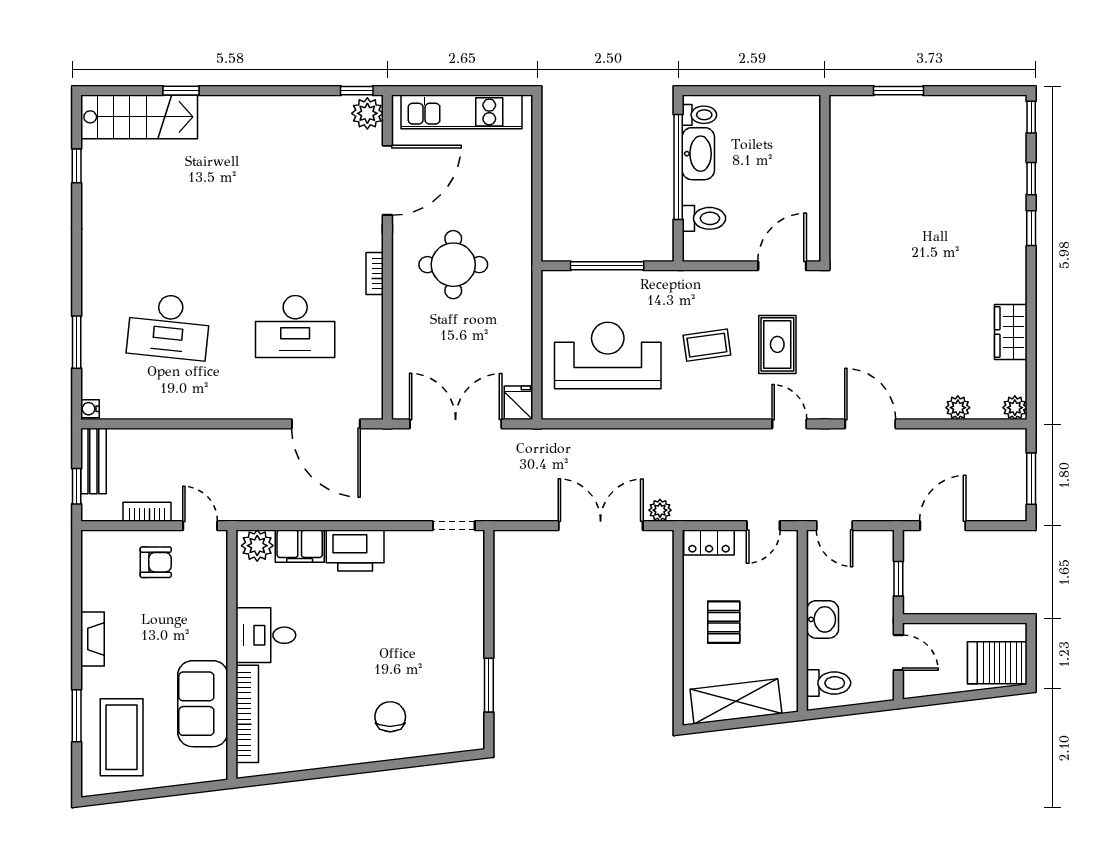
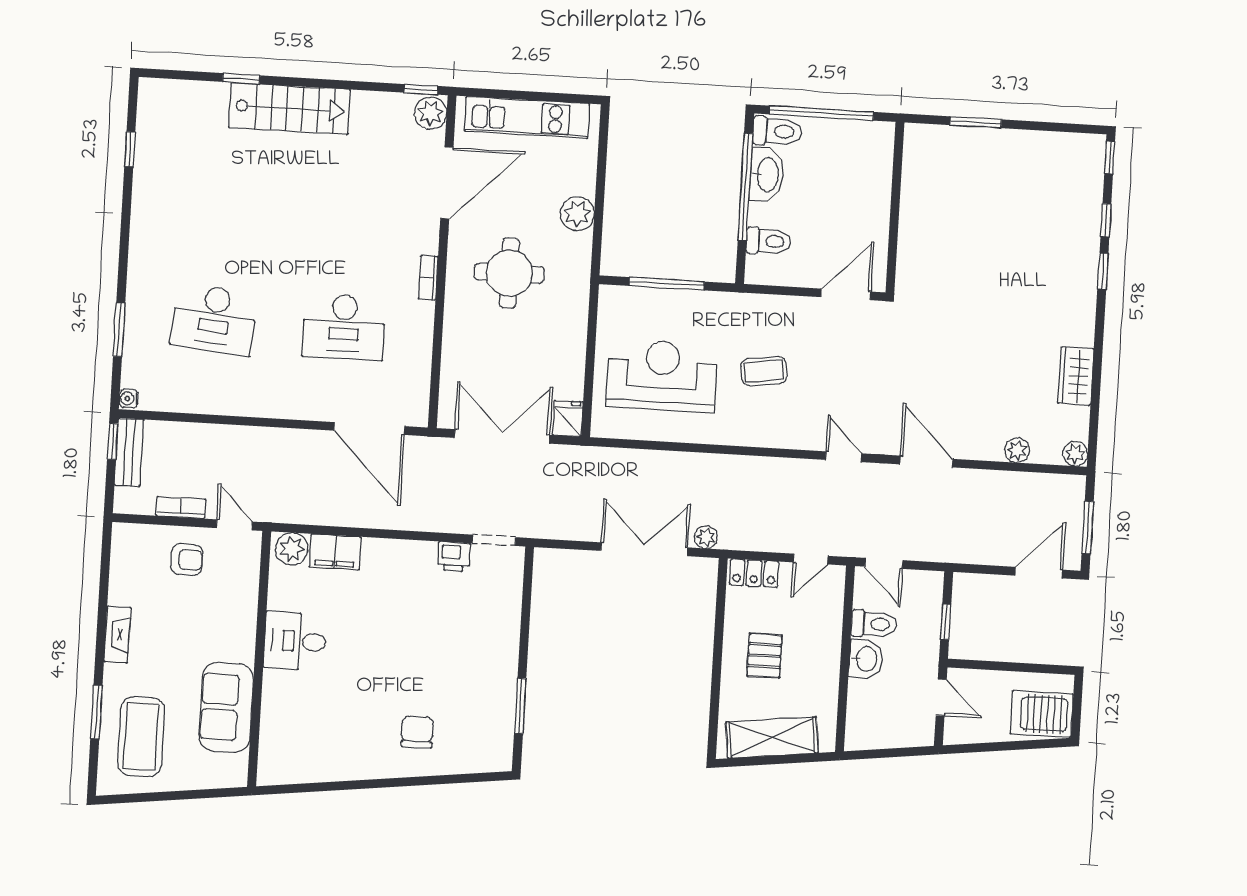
window: (748, 91) -> (821, 113), added
toilet: (699, 115) -> (777, 131), width x1.37, depth x1.39
stairs: (139, 117) -> (289, 108), moved
plant: (516, 203) -> (577, 214), added
rug: (777, 344) -> (836, 375), removed
window: (77, 486) -> (112, 441), moved
door: (943, 526) -> (1039, 573), moved
printer: (355, 550) -> (454, 557), moved, width x0.53, depth x0.68
toilet: (829, 683) -> (874, 624), moved
bookcase: (247, 714) -> (271, 720), removed

